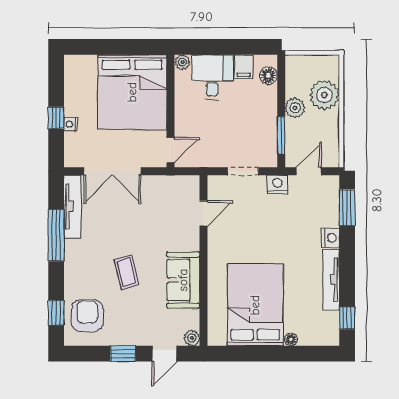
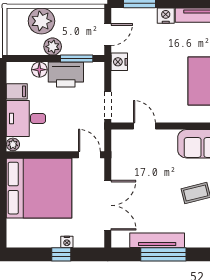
floor lamp: (268, 76) -> (39, 70), moved
printer: (263, 123) -> (66, 75), added
doorway: (243, 171) -> (108, 106), moved
door: (309, 171) -> (108, 35), swing flipped
tv unit: (72, 206) -> (157, 240), moved

